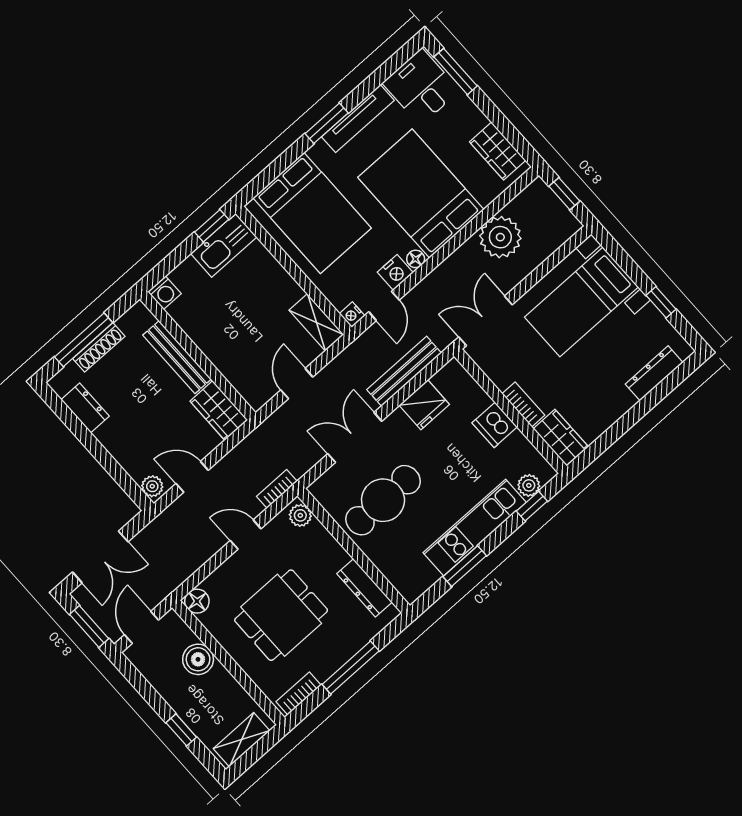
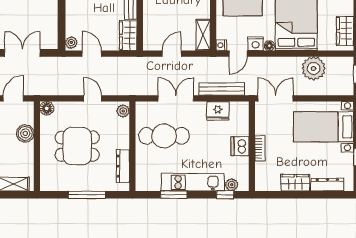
wardrobe: (561, 438) -> (295, 183), moved, turned -90
bookcase: (277, 489) -> (123, 91), removed
double door: (100, 557) -> (22, 53), swing flipped
bookcase: (298, 693) -> (55, 186), removed

